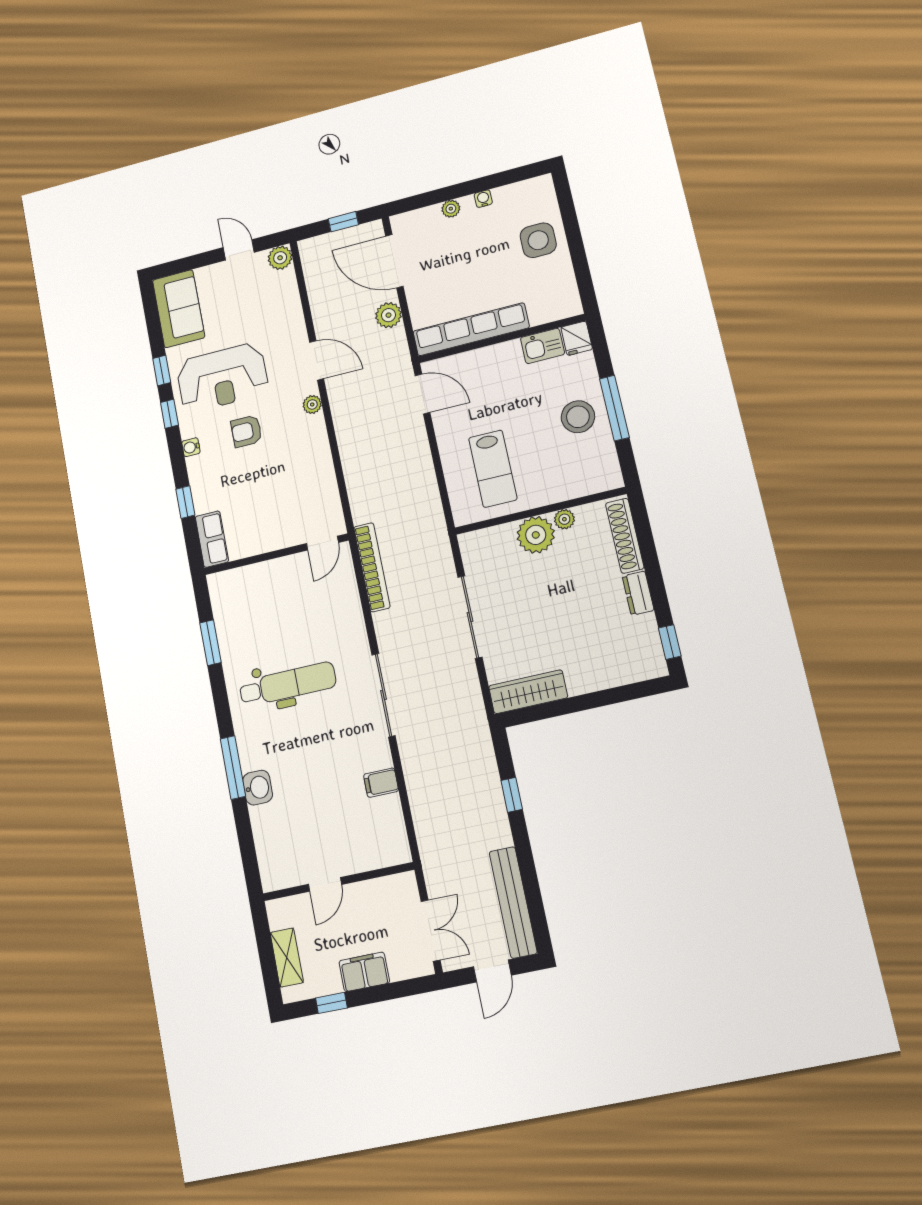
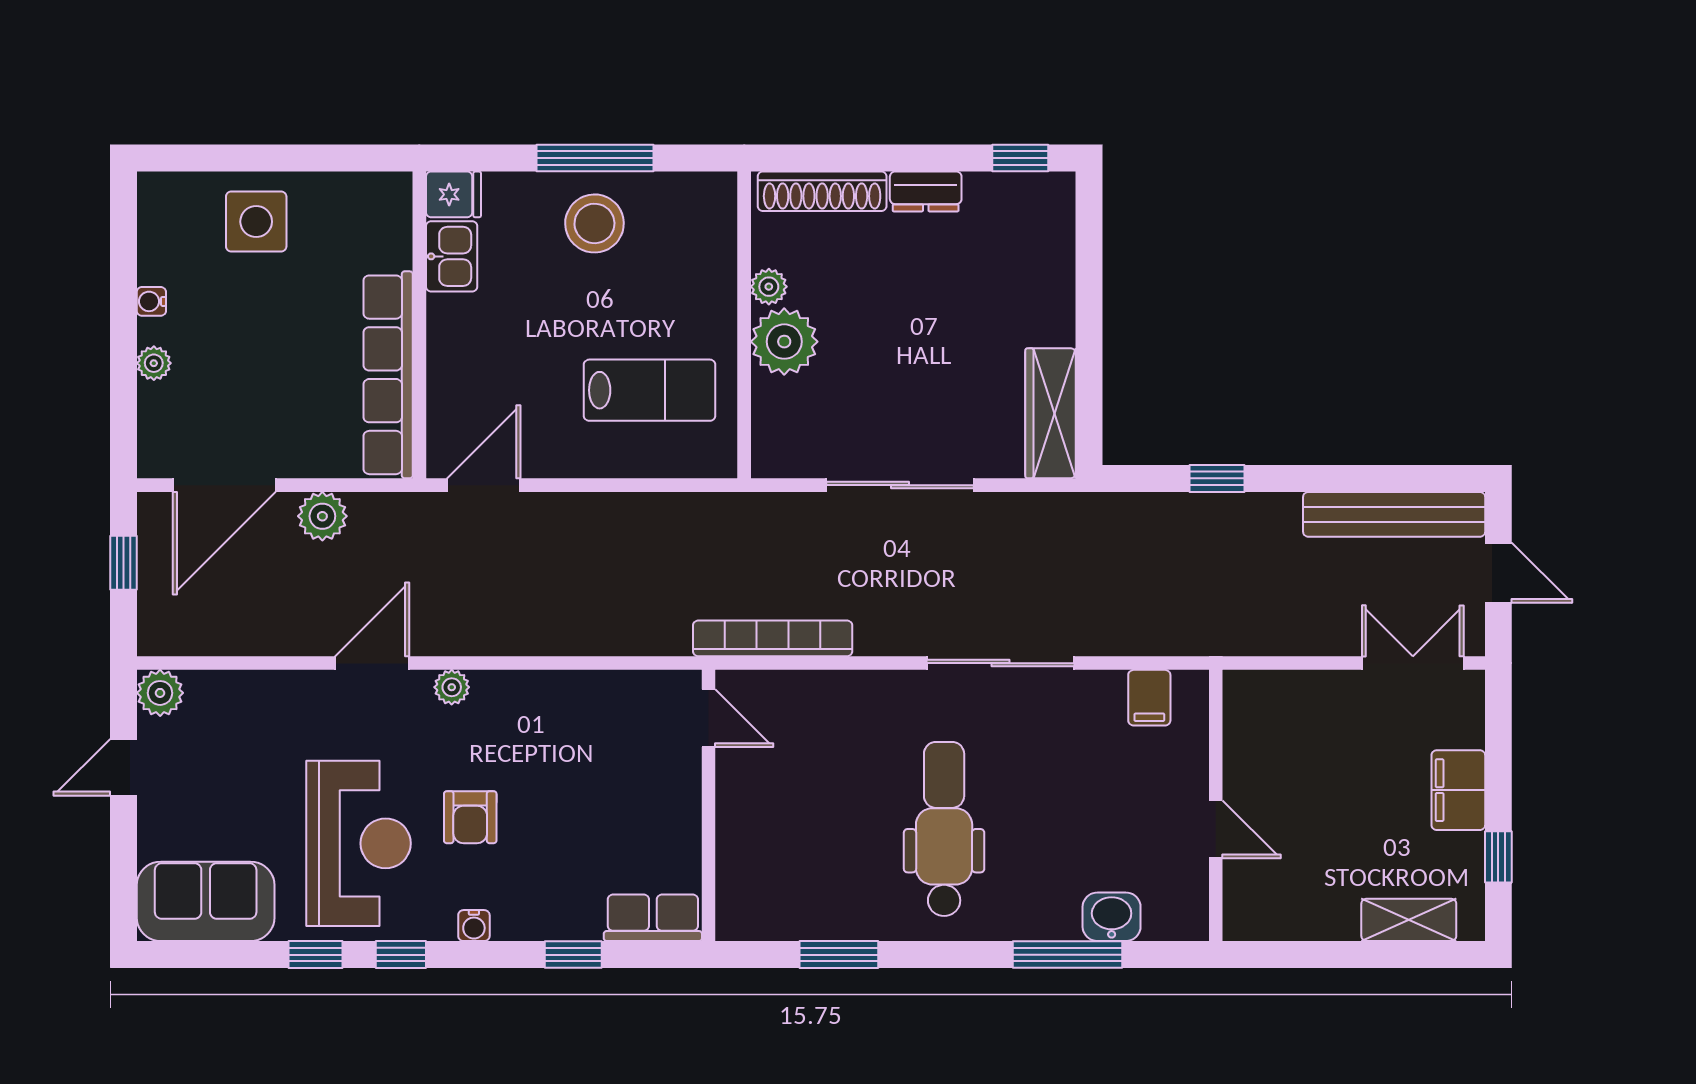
wall: (338, 882) -> (1216, 805), moved
door: (325, 884) -> (1216, 829), moved

